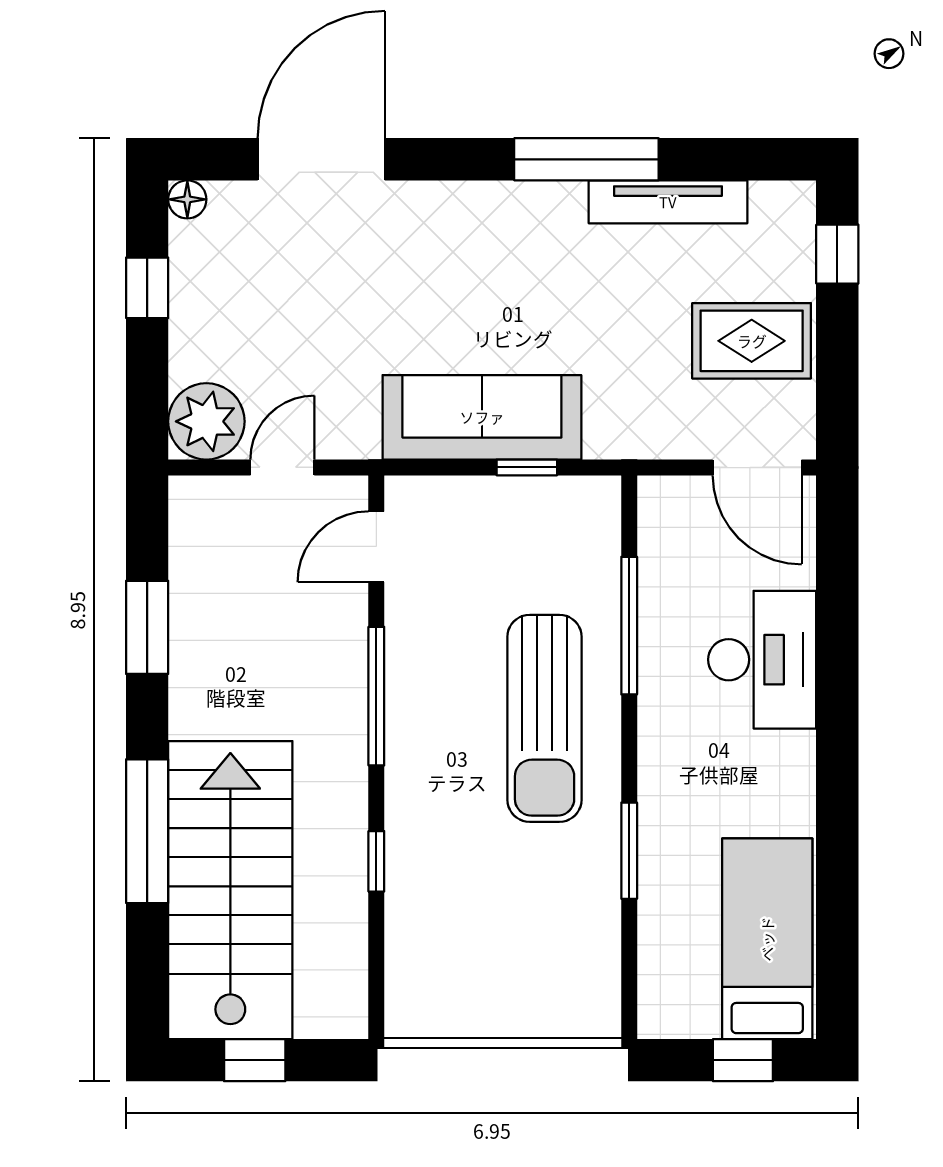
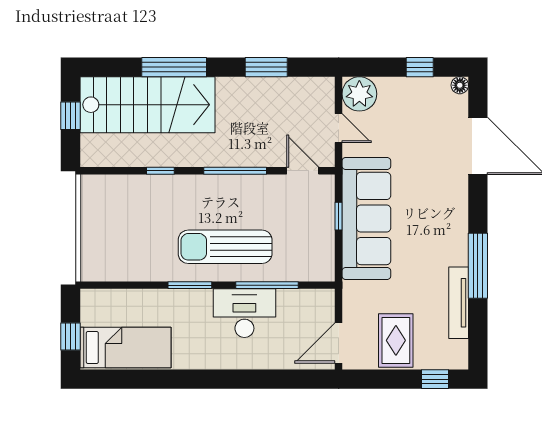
sofa: (482, 417) -> (366, 218), width x1.36, depth x1.27
window: (527, 467) -> (339, 216), moved
desk: (762, 660) -> (244, 313), moved, turned 180
window: (629, 851) -> (190, 285), moved

